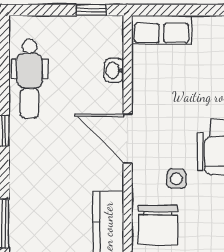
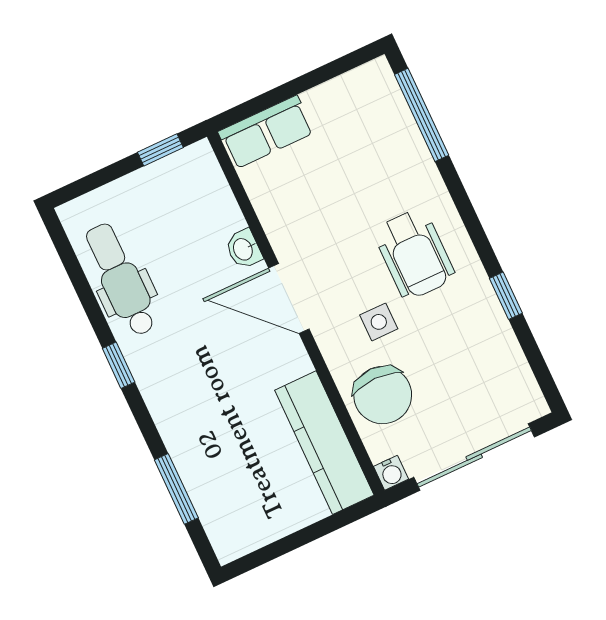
washbasin: (114, 70) -> (244, 249), moved
dental chair: (30, 79) -> (121, 280), turned 180

